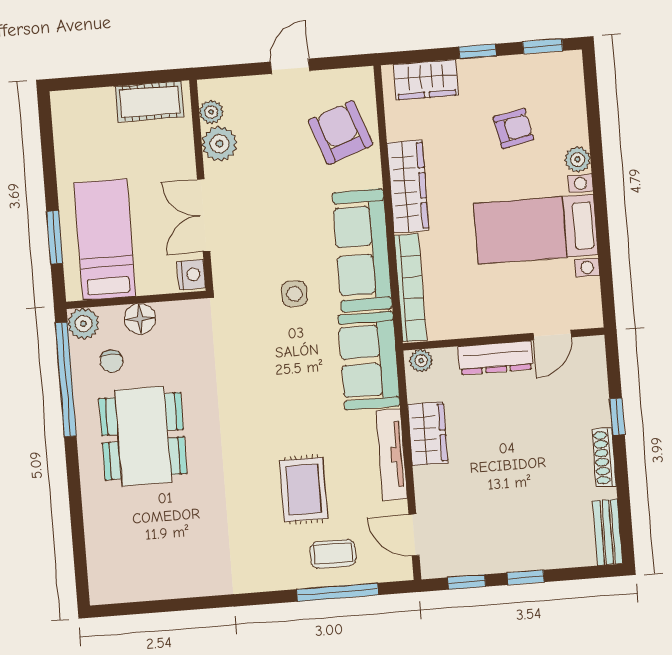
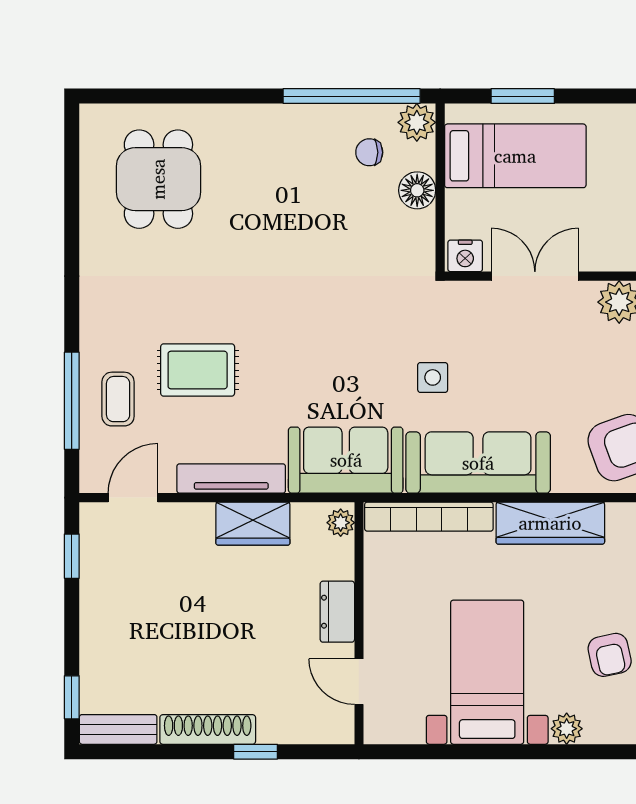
dresser: (495, 358) -> (337, 612), width x0.70
dining table: (143, 436) -> (158, 179), moved, width x0.73
shoe rack: (604, 457) -> (208, 729), width x1.36, depth x1.24
window: (526, 577) -> (72, 697), moved

